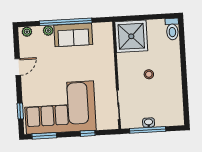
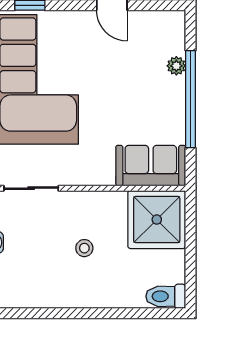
plant: (27, 32) -> (177, 26), removed
sofa: (73, 35) -> (151, 166), moved, turned 90

